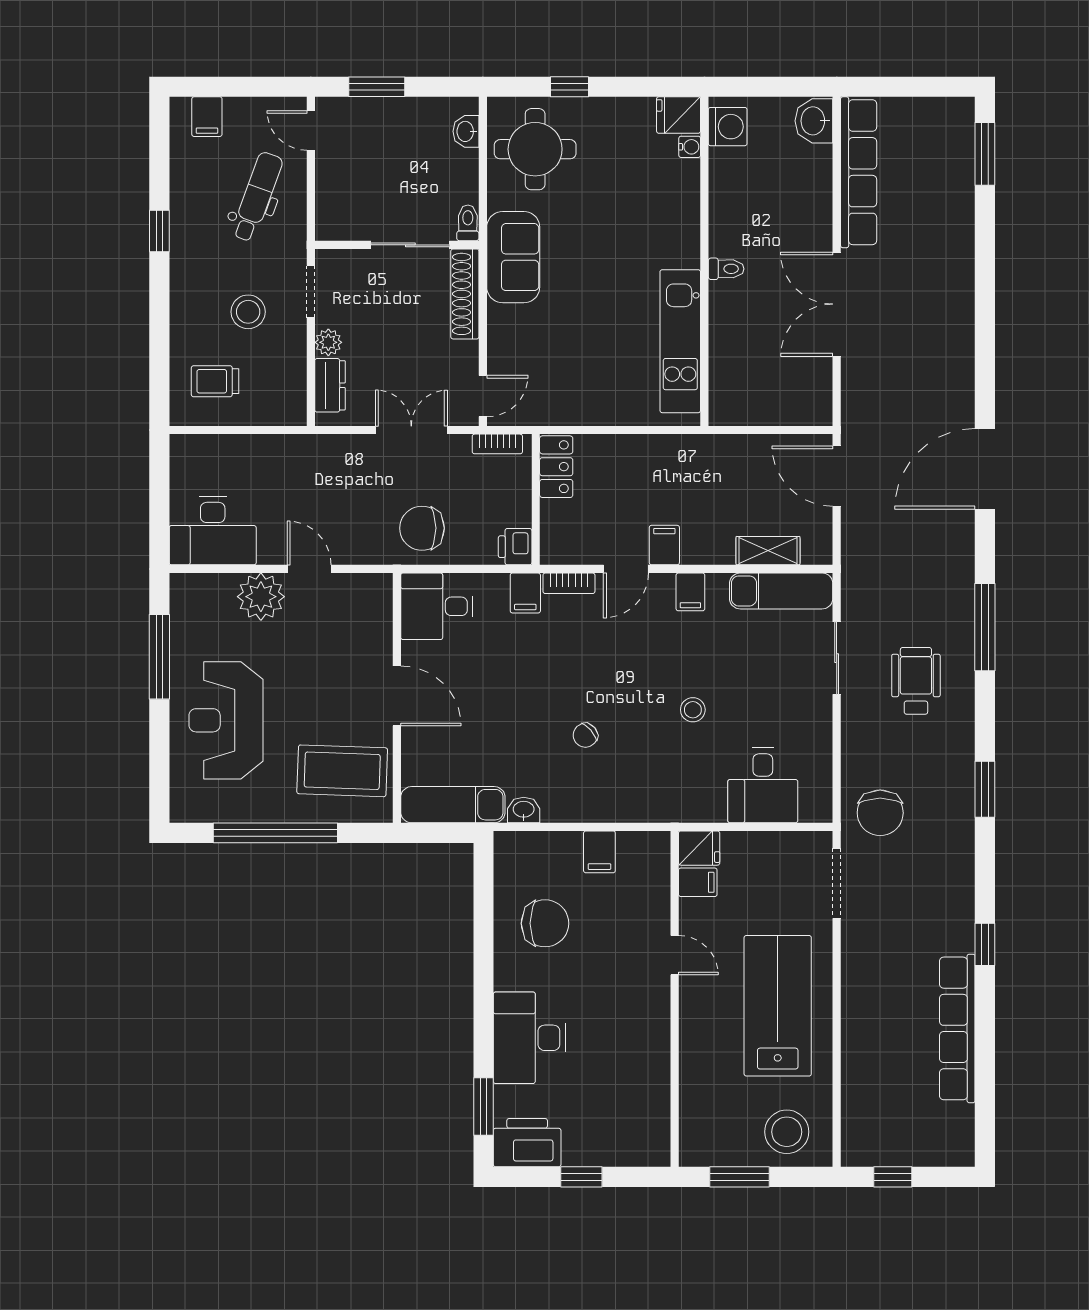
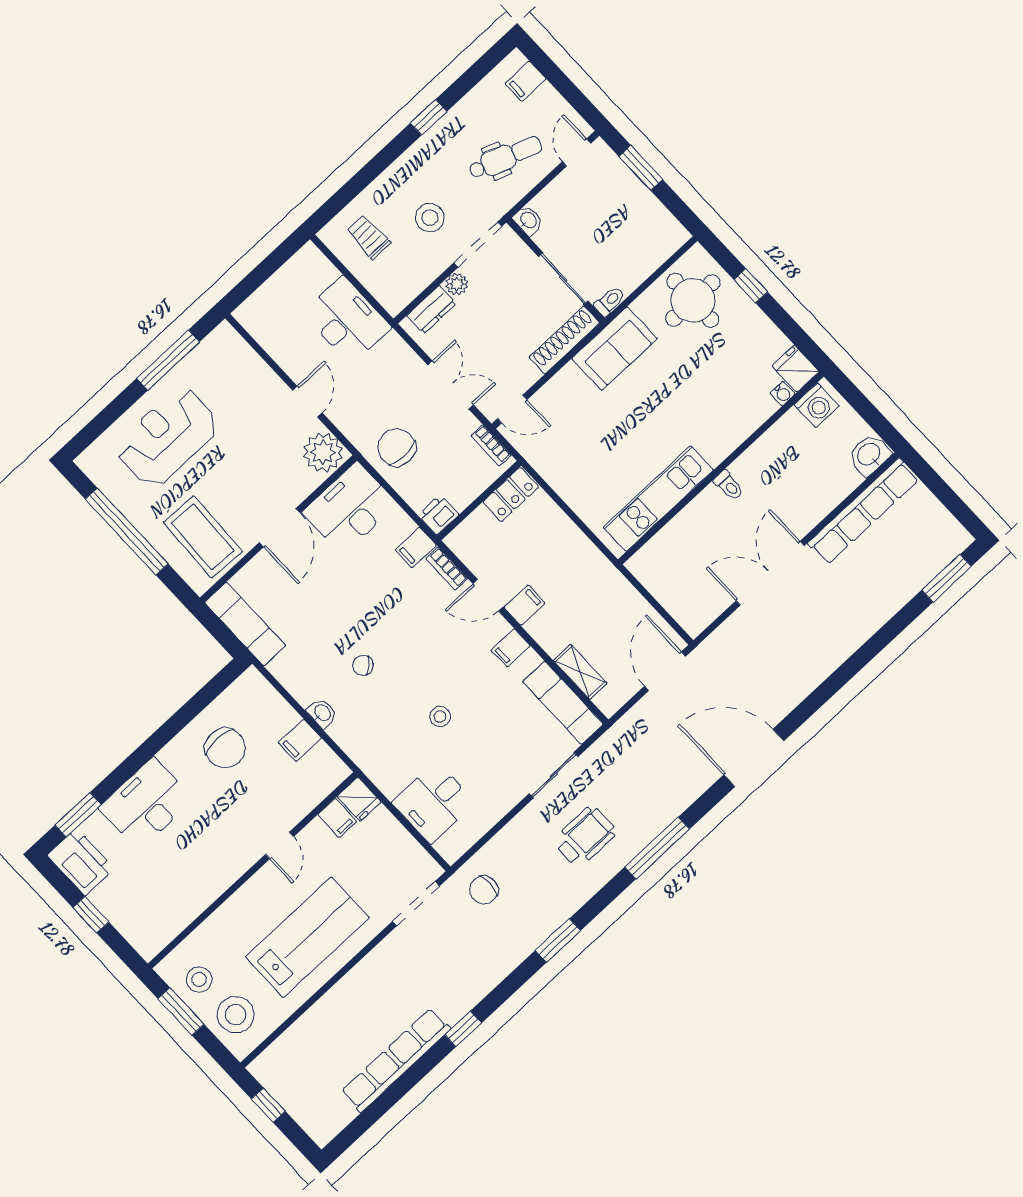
washbasin: (466, 131) -> (528, 220), moved, turned 90
doorway: (311, 292) -> (478, 244), width x1.38
desk: (213, 531) -> (347, 320), moved, turned 180
plant: (261, 597) -> (323, 452), moved
desk: (437, 606) -> (350, 508), width x1.37
washbasin: (524, 810) -> (322, 713), moved
chair: (880, 813) -> (484, 890), width x0.73, depth x0.73
stool: (726, 1135) -> (199, 979), added

